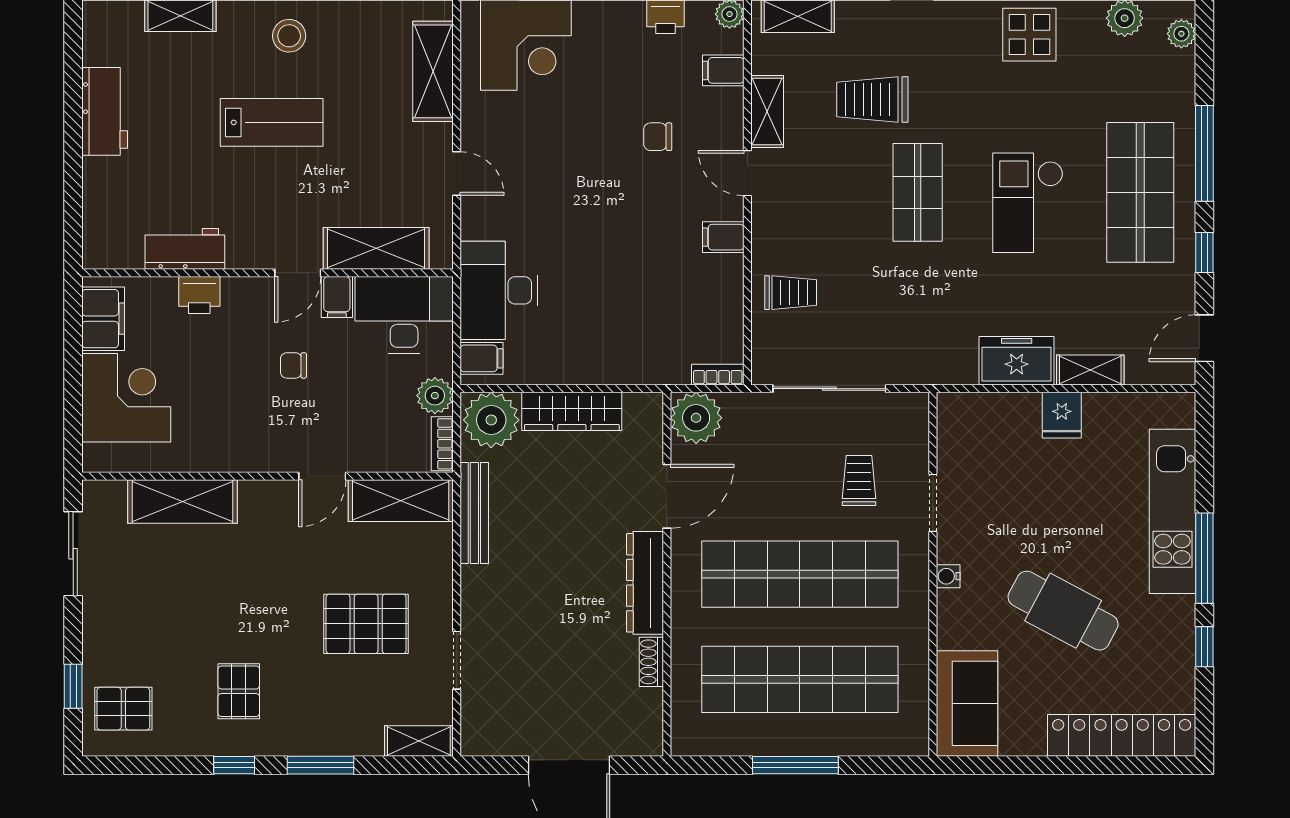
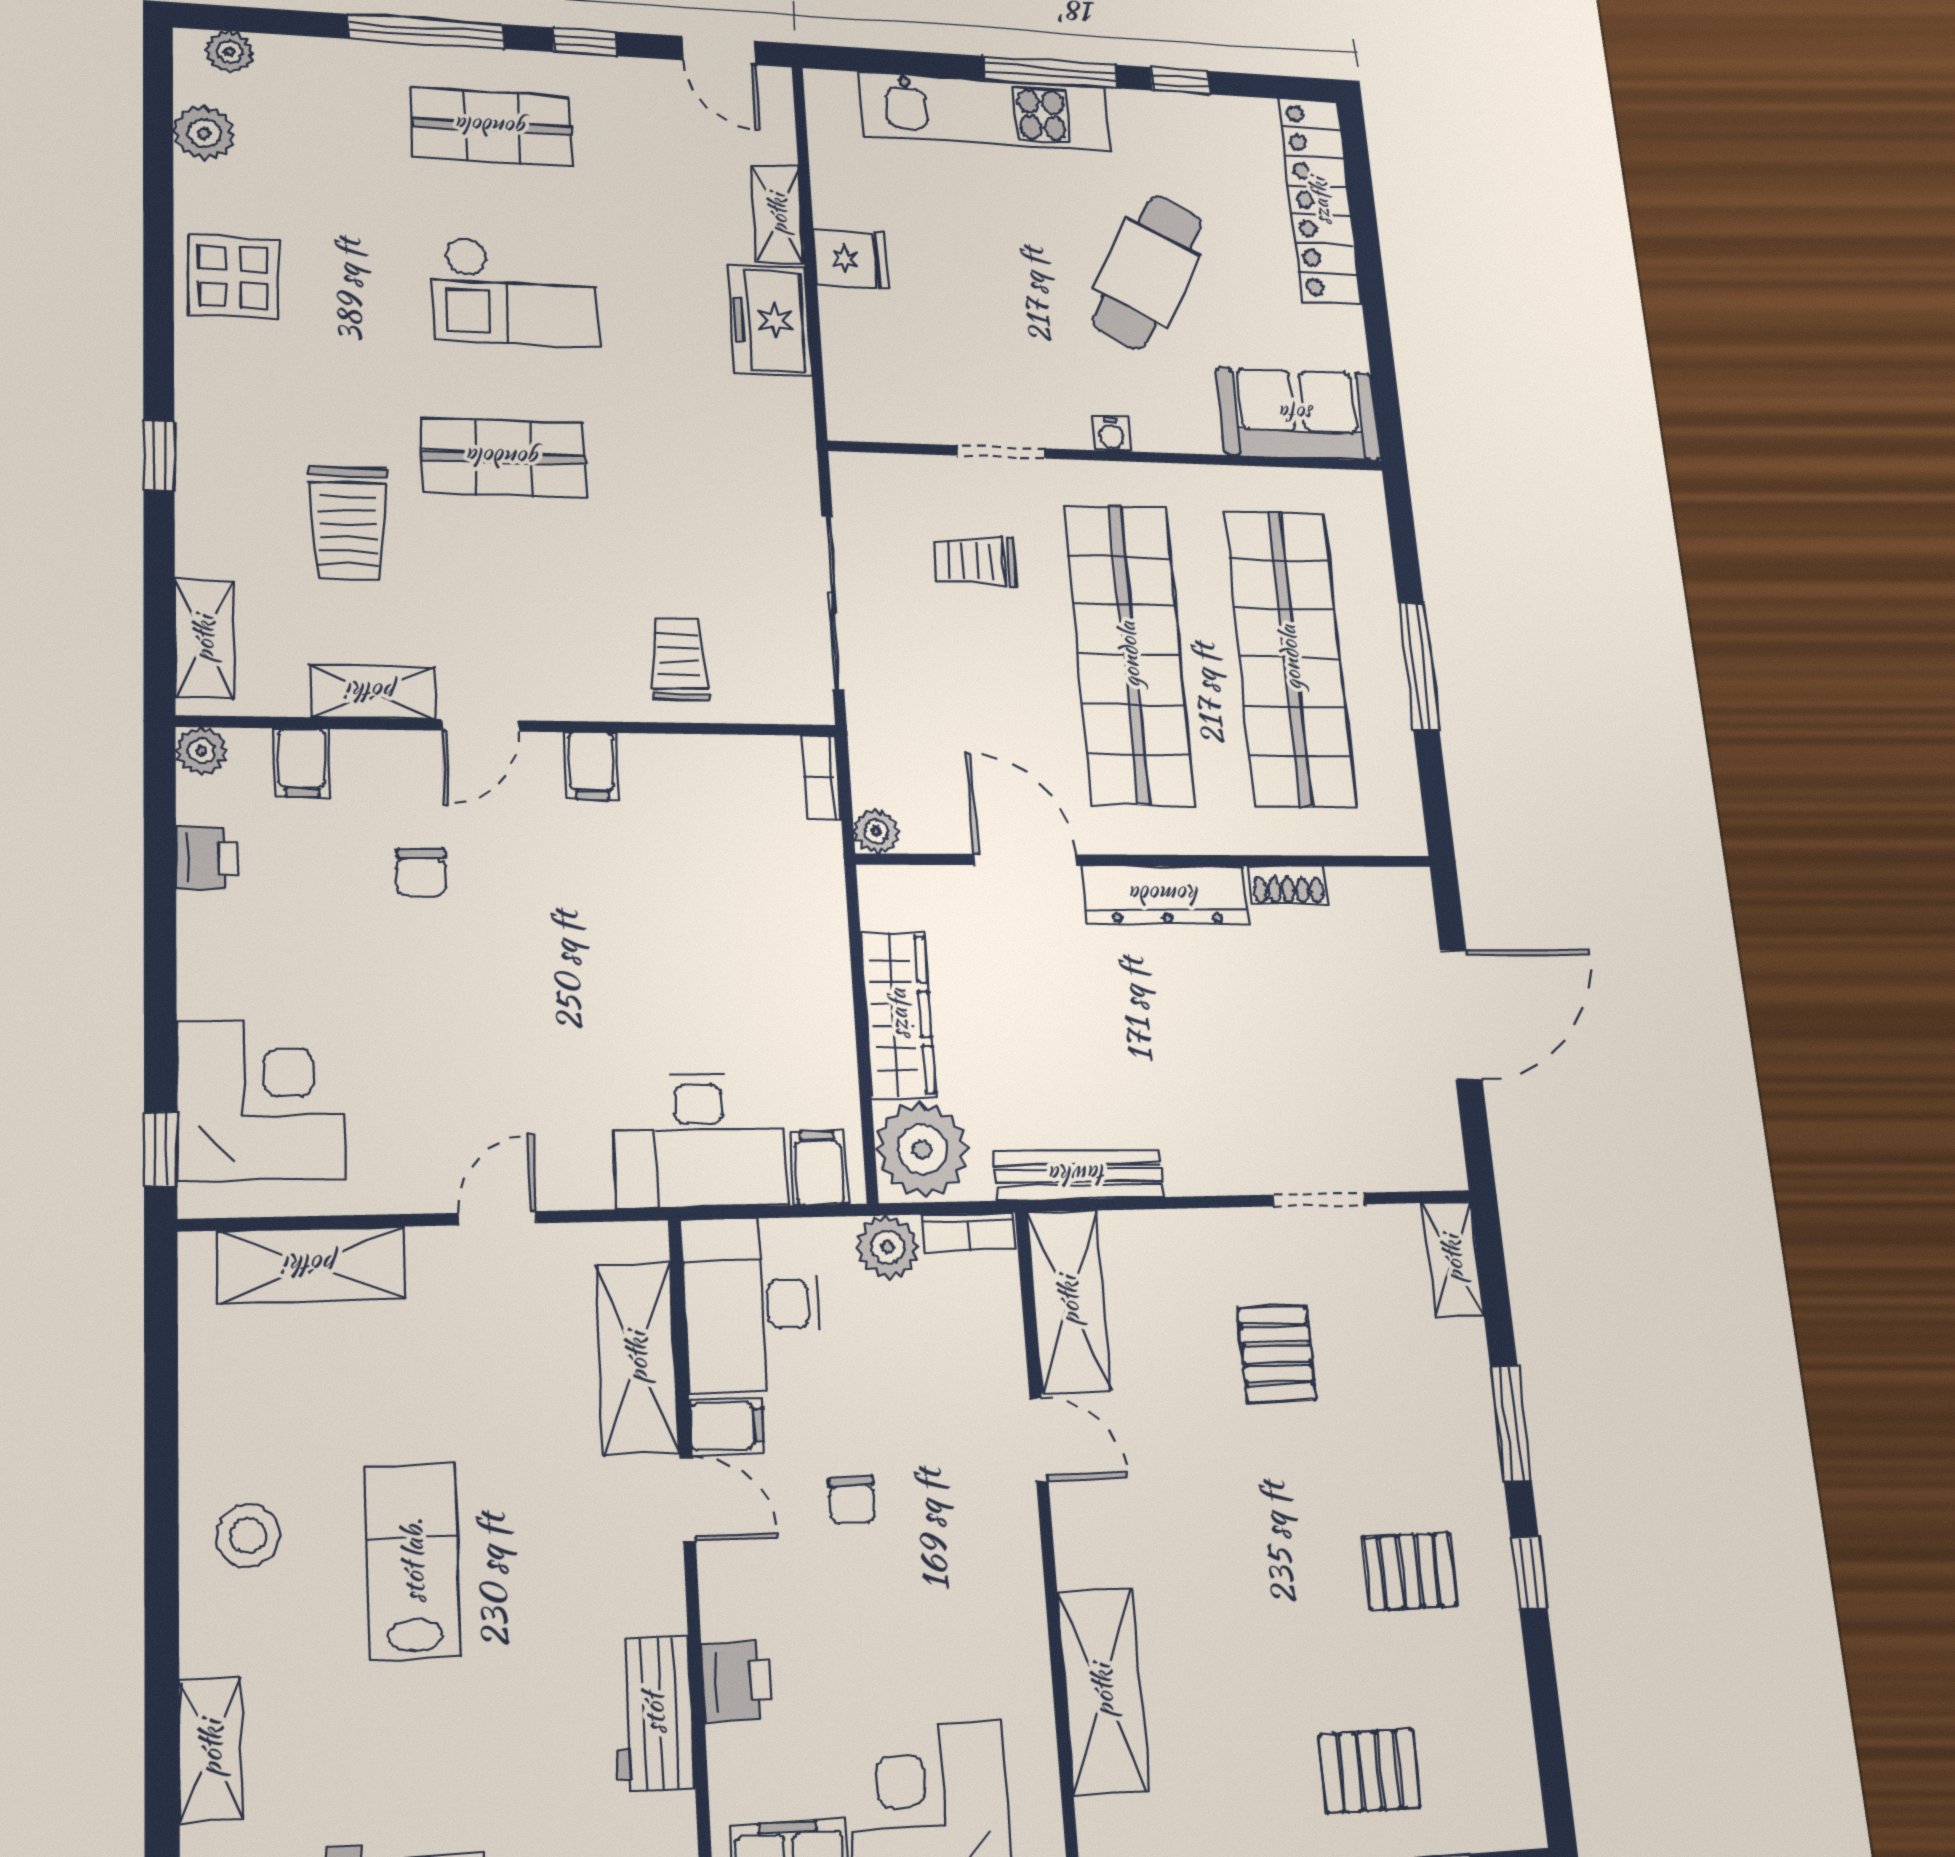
shop shelf: (1140, 192) -> (492, 127), width x0.70, depth x0.74
plant: (696, 418) -> (876, 831), width x0.53, depth x0.53
pallet: (366, 624) -> (1277, 1354), width x0.67, depth x0.71
pallet: (123, 709) -> (1370, 1771), moved, turned 90

